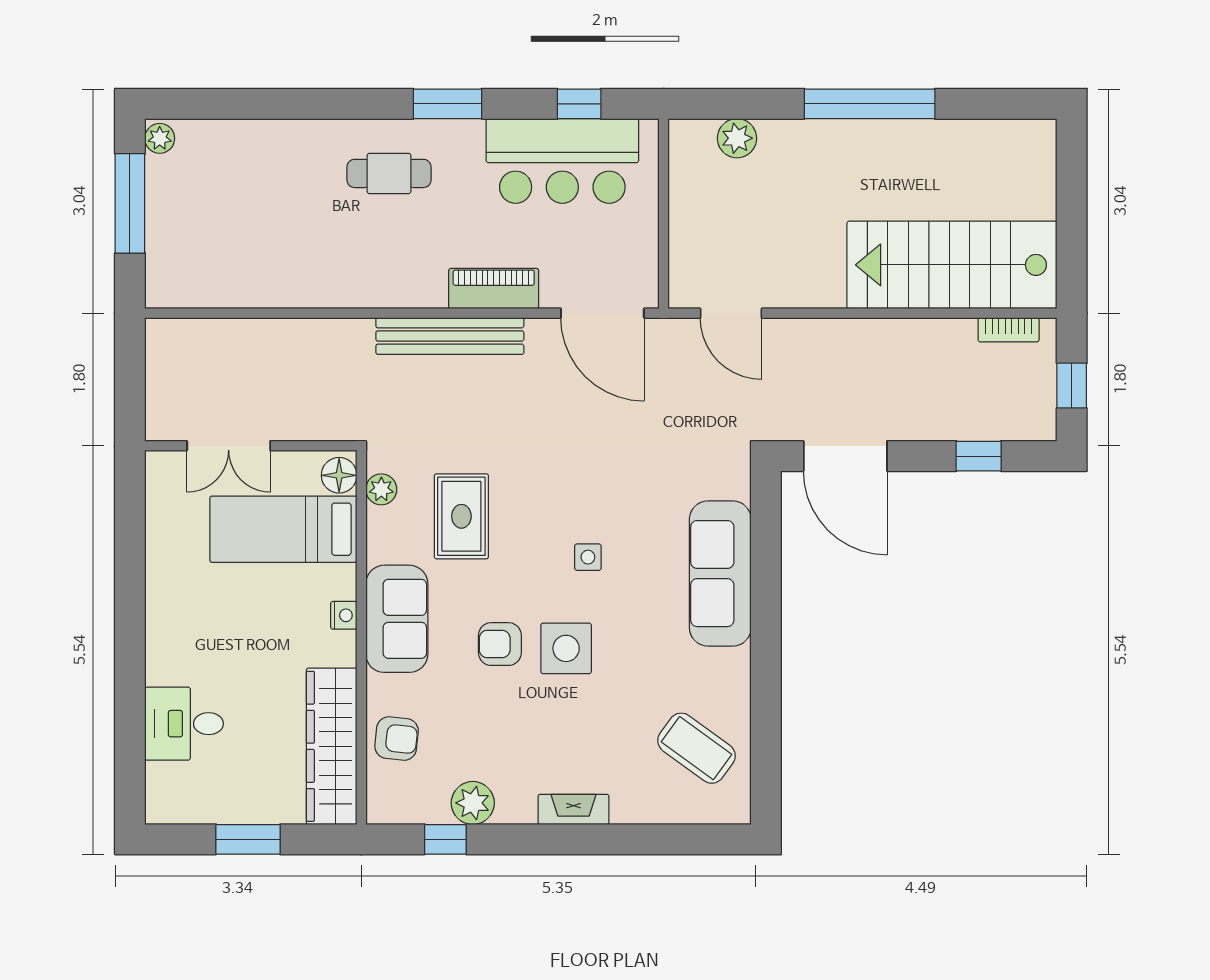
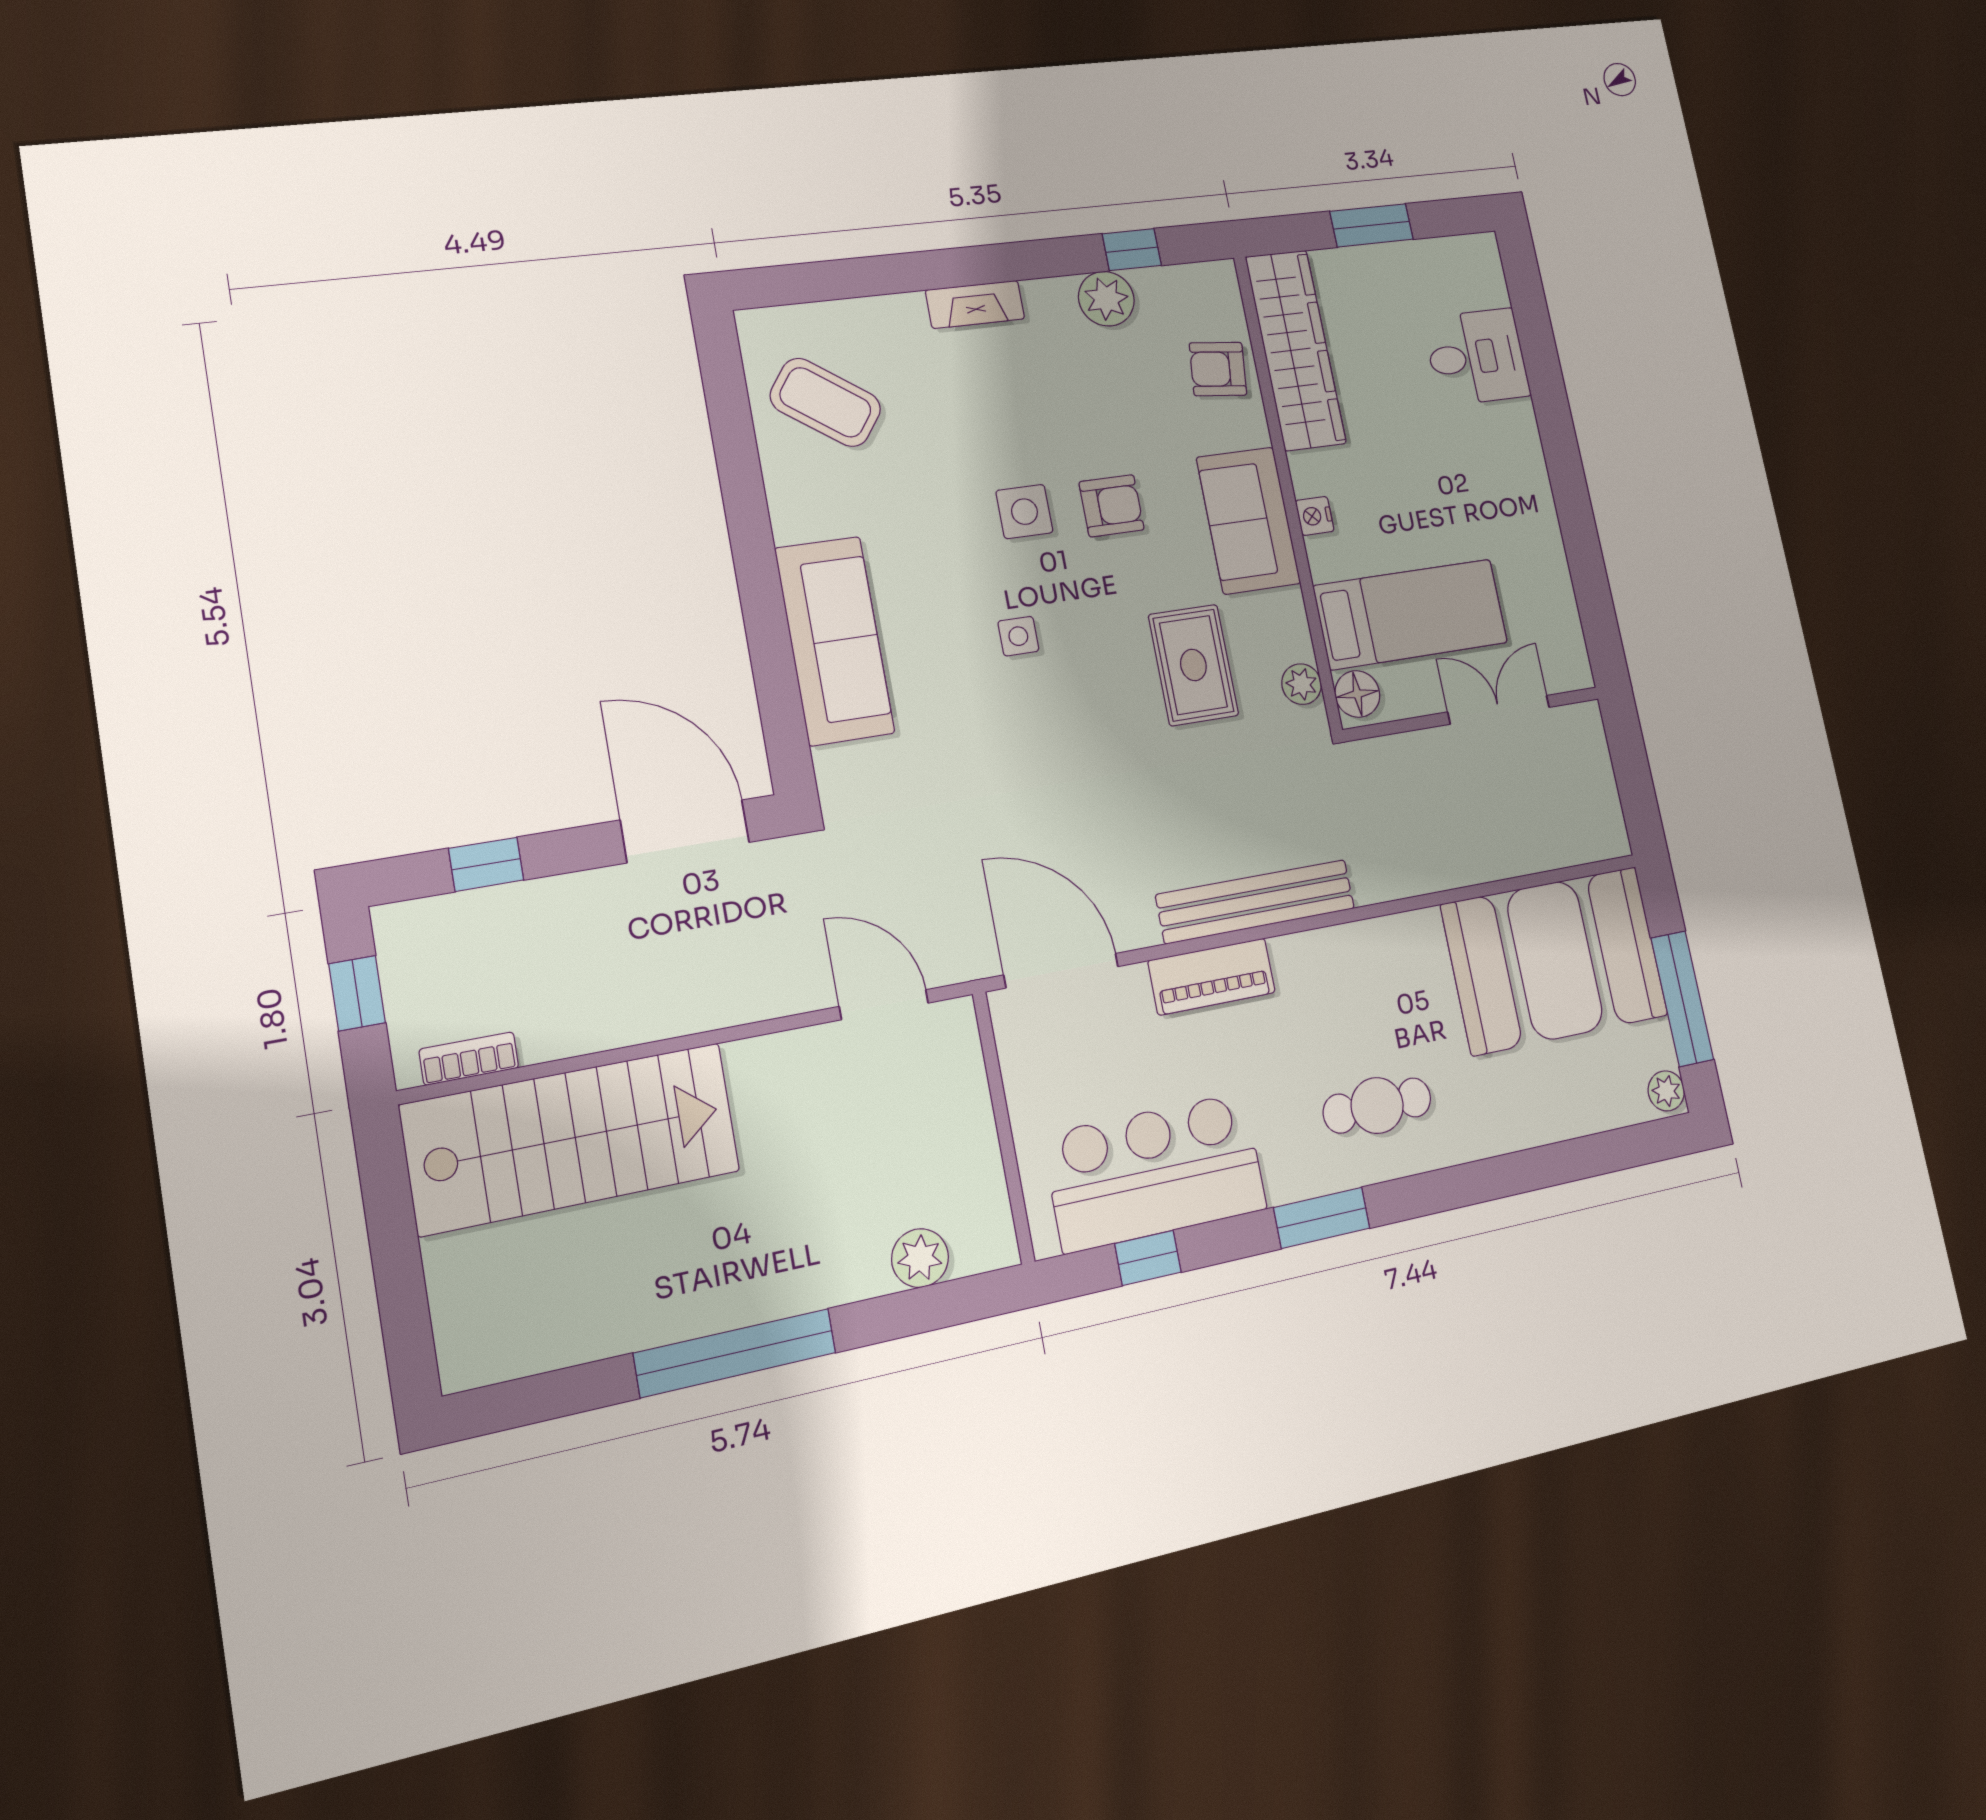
booth: (227, 251) -> (1555, 960), added
side table: (566, 648) -> (1024, 512), width x0.73, depth x0.73

